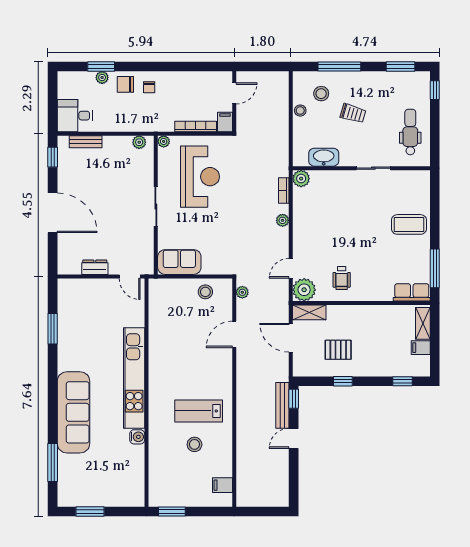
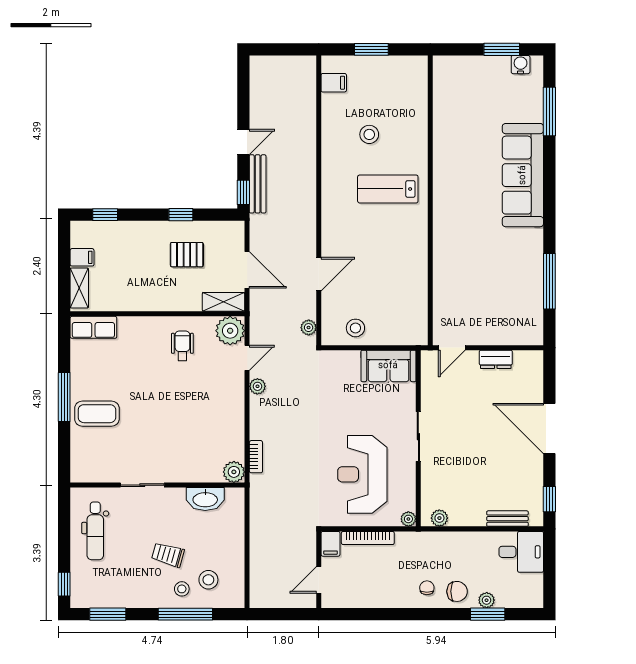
stool: (300, 111) -> (182, 589), moved
plant: (283, 220) -> (257, 386), moved
window: (435, 268) -> (64, 397), moved
door: (130, 276) -> (452, 348), swing flipped
window: (53, 329) -> (549, 281), width x1.44
kitchen unit: (134, 378) -> (446, 219), removed
lab bench: (199, 411) -> (388, 189), moved, turned 180
water cooler: (137, 437) -> (521, 65), moved, turned 90
window: (172, 511) -> (371, 49), moved

